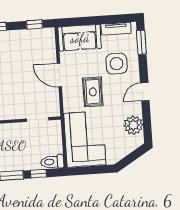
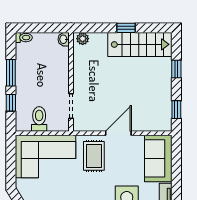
rug: (93, 92) -> (94, 156), moved, turned 90
toilet: (52, 162) -> (39, 119), moved

